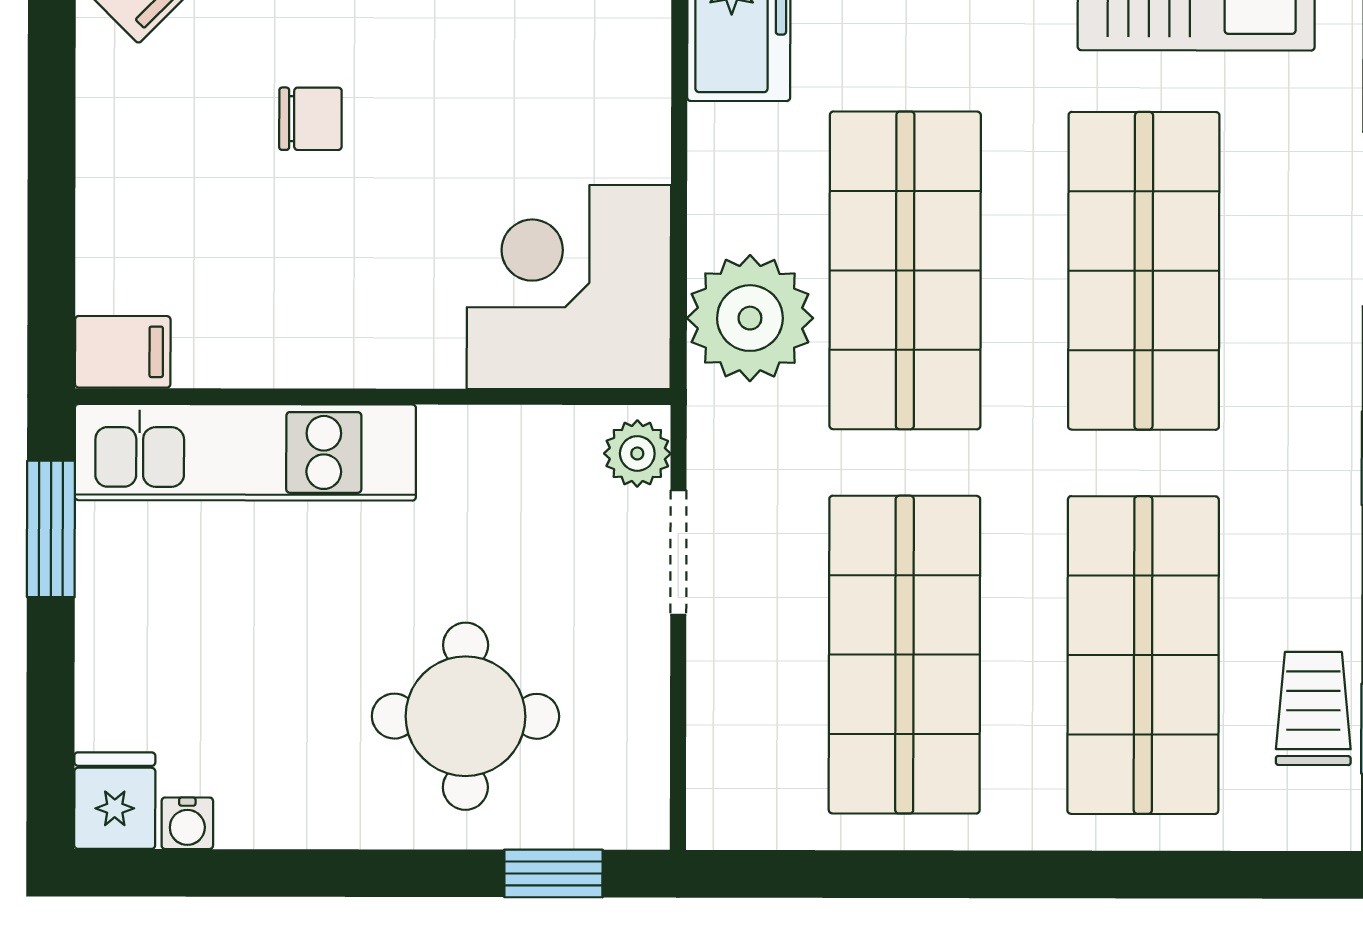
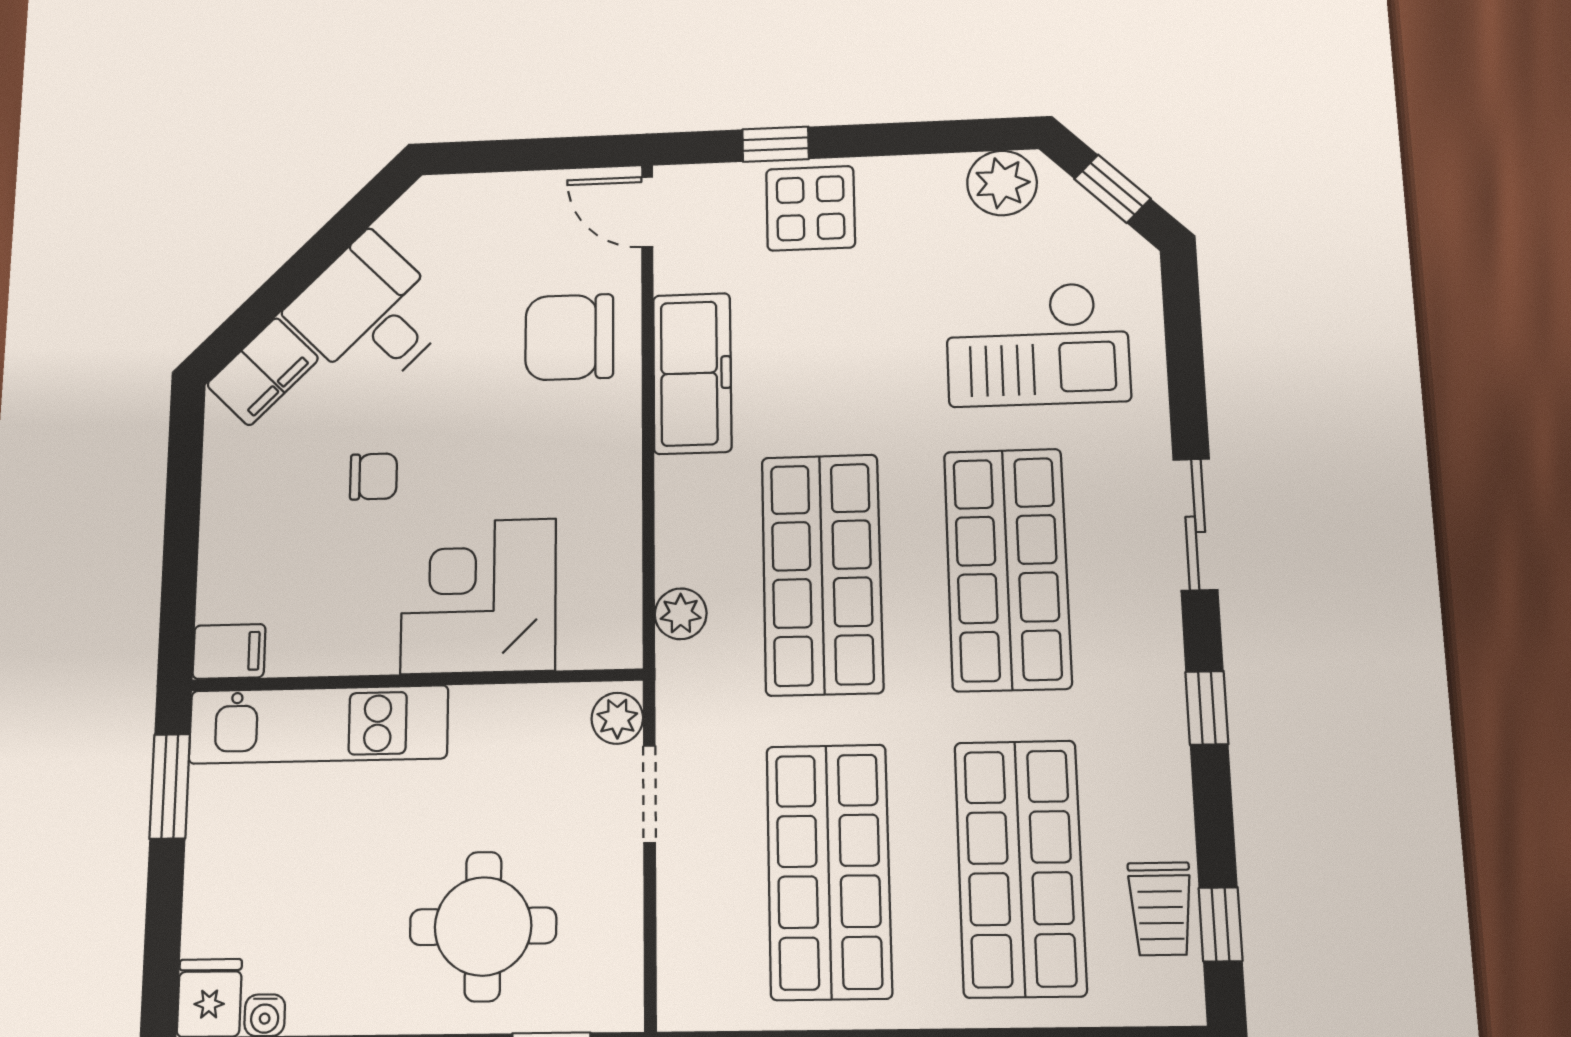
corner desk: (569, 287) -> (478, 596), moved
plant: (750, 318) -> (681, 614), width x0.53, depth x0.53
trolley: (1313, 708) -> (1161, 909), turned 180

